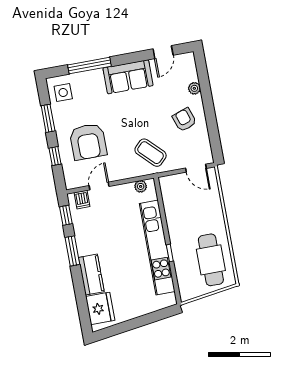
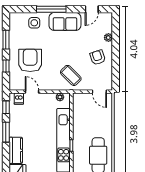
window: (89, 66) -> (51, 9), moved
side table: (63, 92) -> (34, 23), moved
armchair: (88, 142) -> (30, 60), turned 180
door: (99, 186) -> (32, 92), hinge flipped

